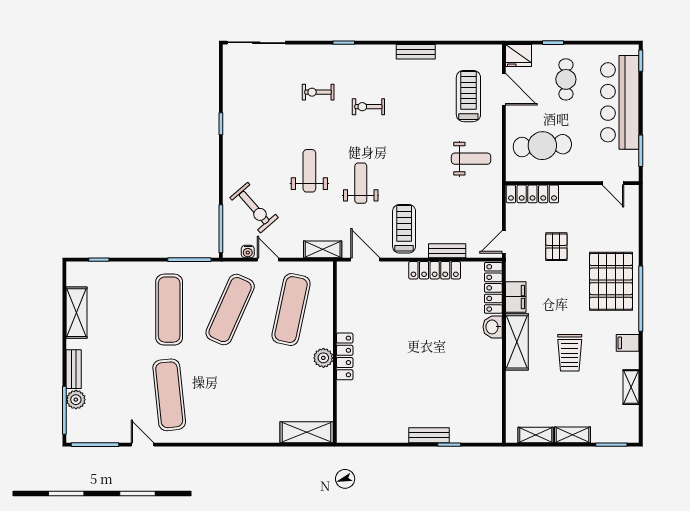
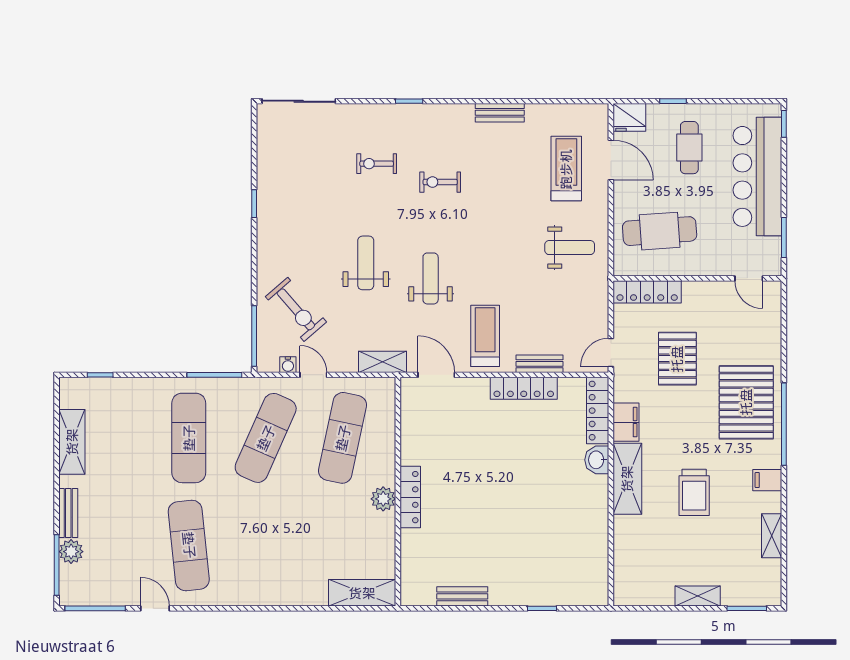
pallet: (556, 247) -> (677, 359), width x1.50, depth x1.42
bench: (429, 435) -> (462, 596), moved
shelving: (536, 435) -> (651, 596), removed

